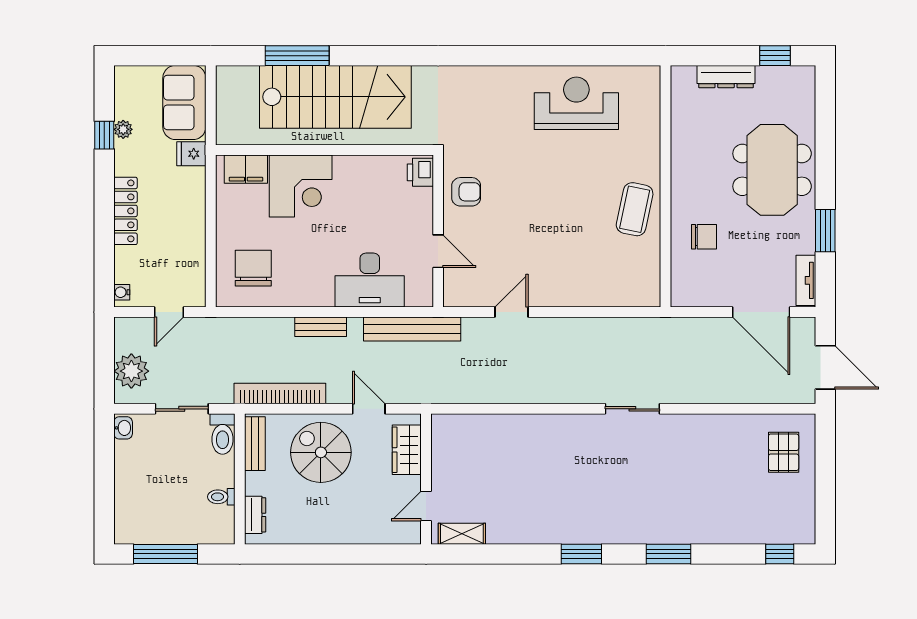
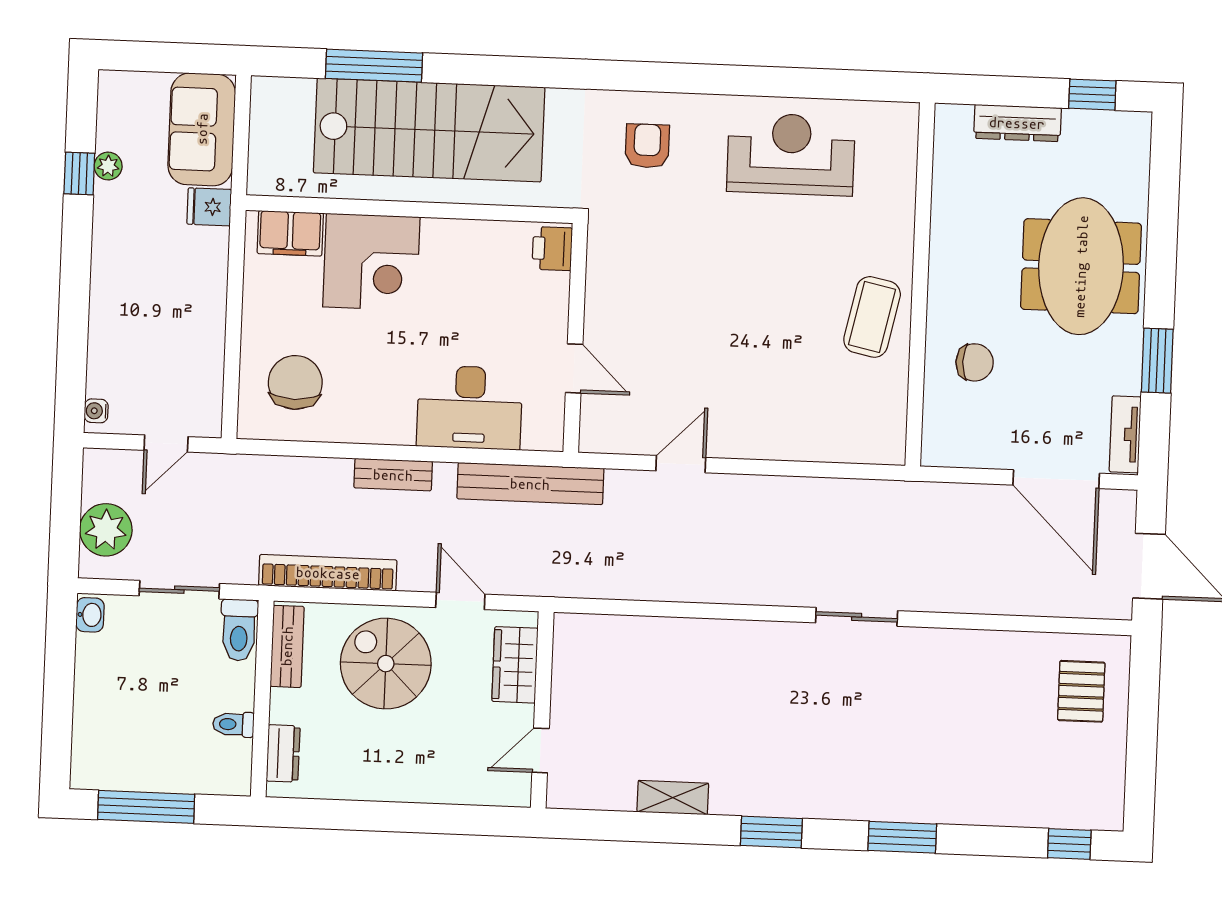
armchair: (466, 192) -> (647, 146), moved, turned -90
locker: (126, 211) -> (107, 289), removed
shelving: (462, 534) -> (673, 798), moved

